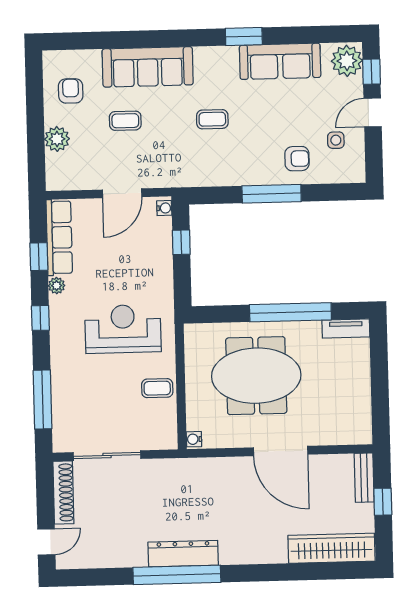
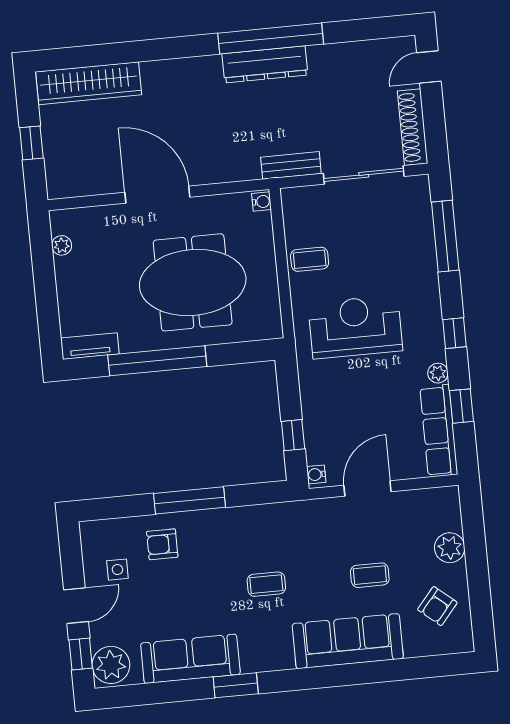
armchair: (71, 91) -> (437, 606), turned 40
reception desk: (123, 329) -> (355, 327), turned 180
plant: (364, 414) -> (62, 245), added
bench: (364, 478) -> (291, 165), moved, turned 90

